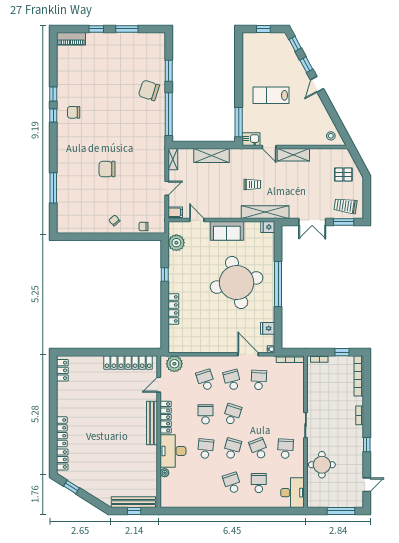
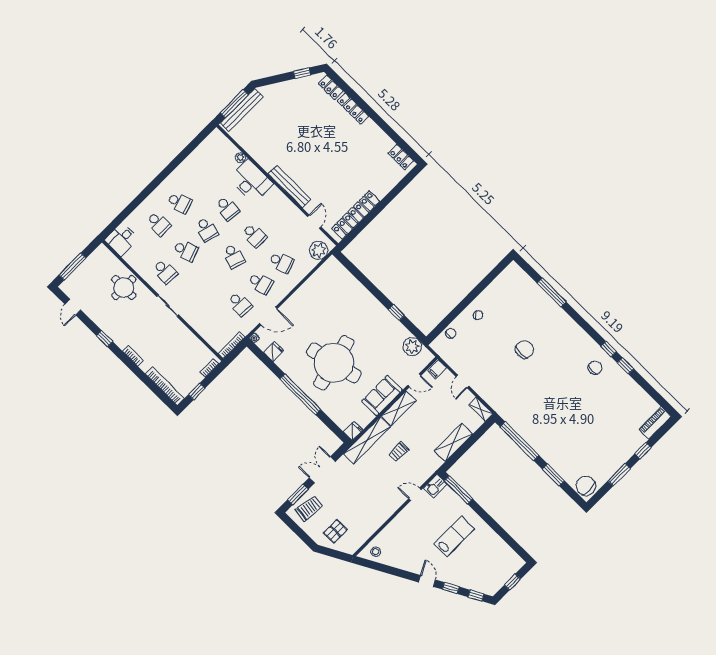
chair: (149, 90) -> (586, 486), moved, turned -108
shelving: (293, 155) -> (399, 408), moved
locker: (173, 309) -> (362, 292), removed
locker: (166, 417) -> (283, 202), removed
desk: (292, 493) -> (122, 239), width x0.73
window: (134, 511) -> (234, 104), width x2.17

